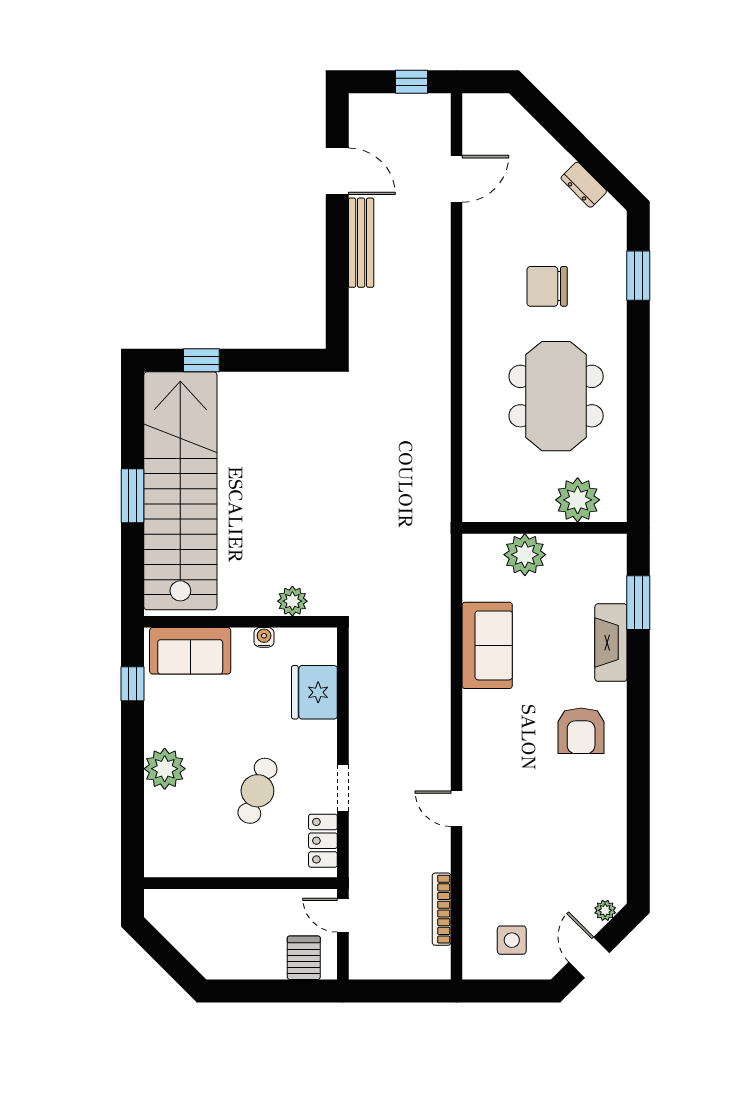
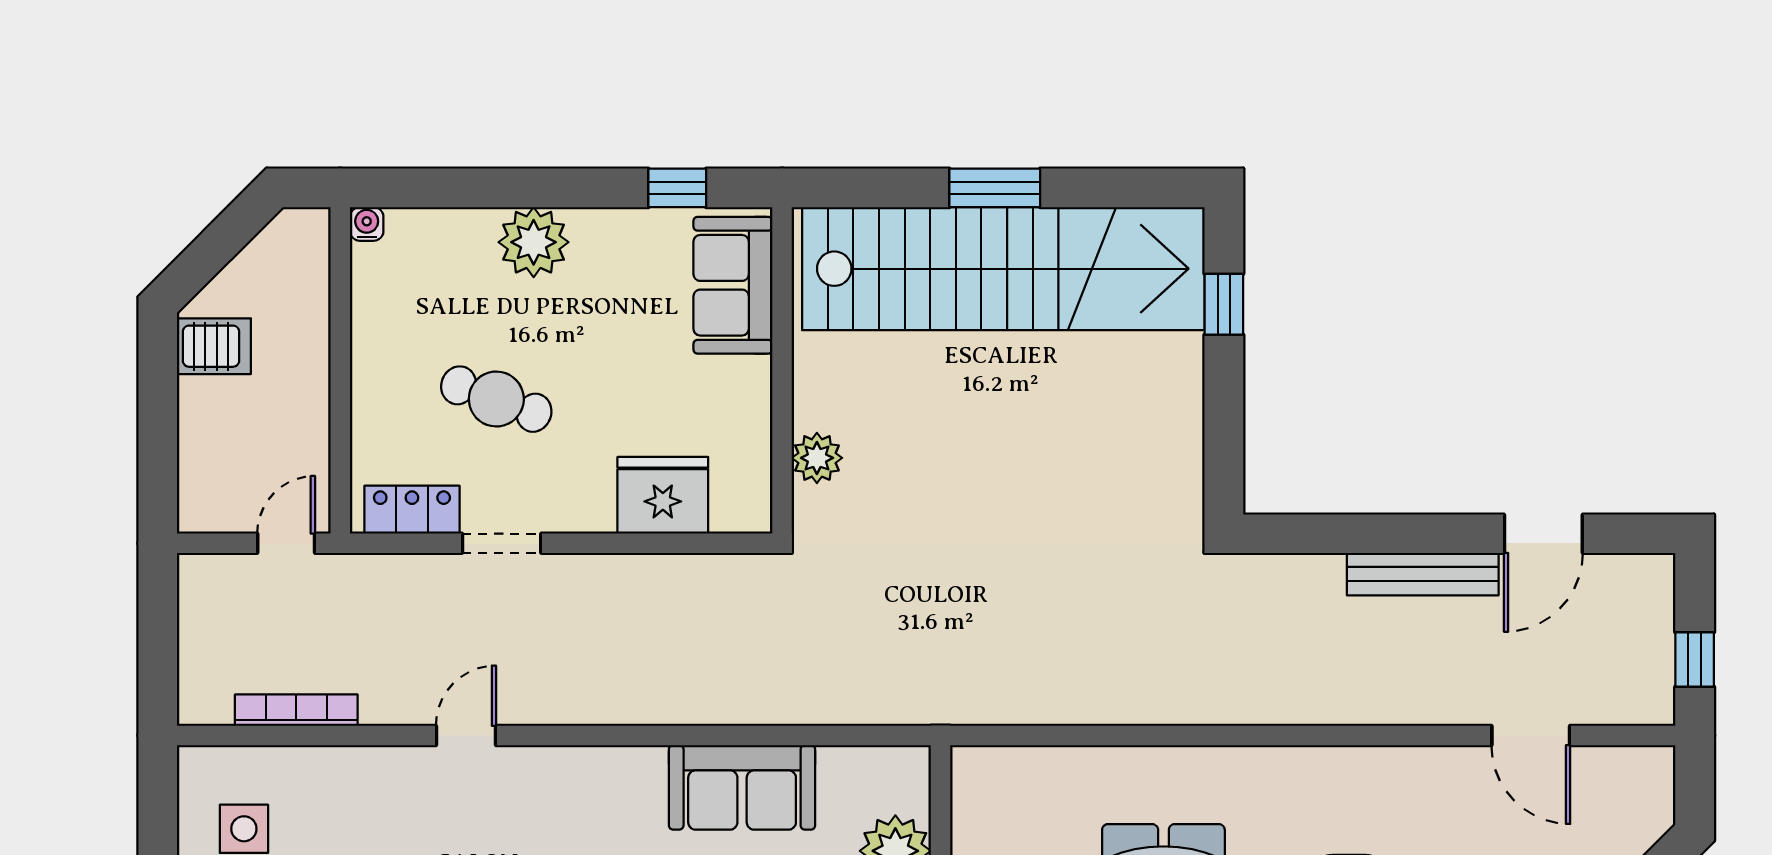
water cooler: (264, 637) -> (367, 224), moved, turned -90
server rack: (304, 958) -> (214, 346), moved

